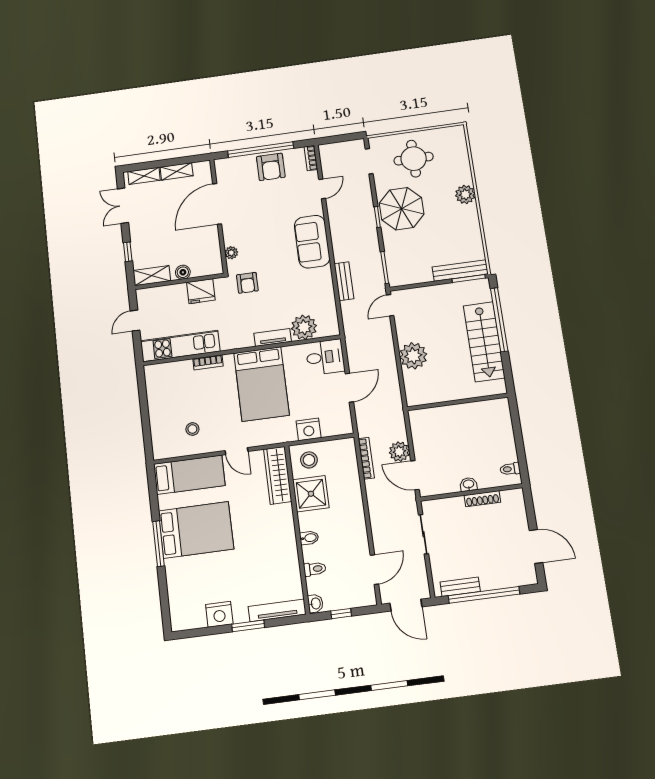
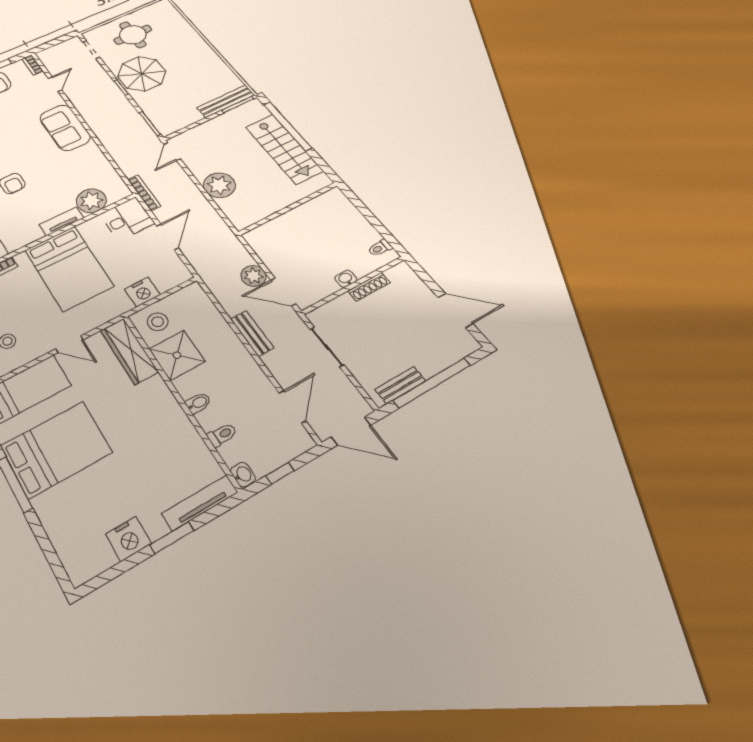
plant: (465, 194) -> (197, 44), removed
bench: (344, 281) -> (252, 333), moved
bookcase: (366, 458) -> (144, 193), moved

